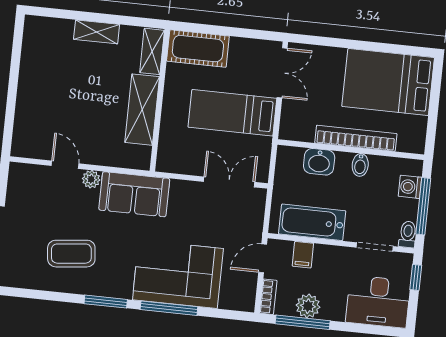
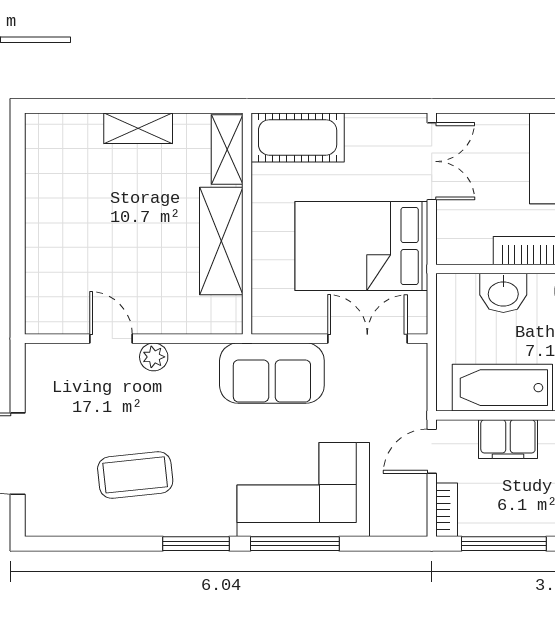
bed: (232, 113) -> (361, 246), width x1.50
sofa: (134, 194) -> (272, 373), moved
filing cabinet: (303, 255) -> (508, 439), width x2.00
plant: (308, 306) -> (509, 518), removed

